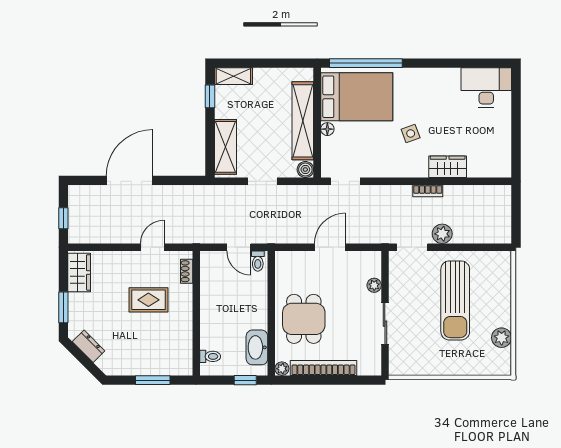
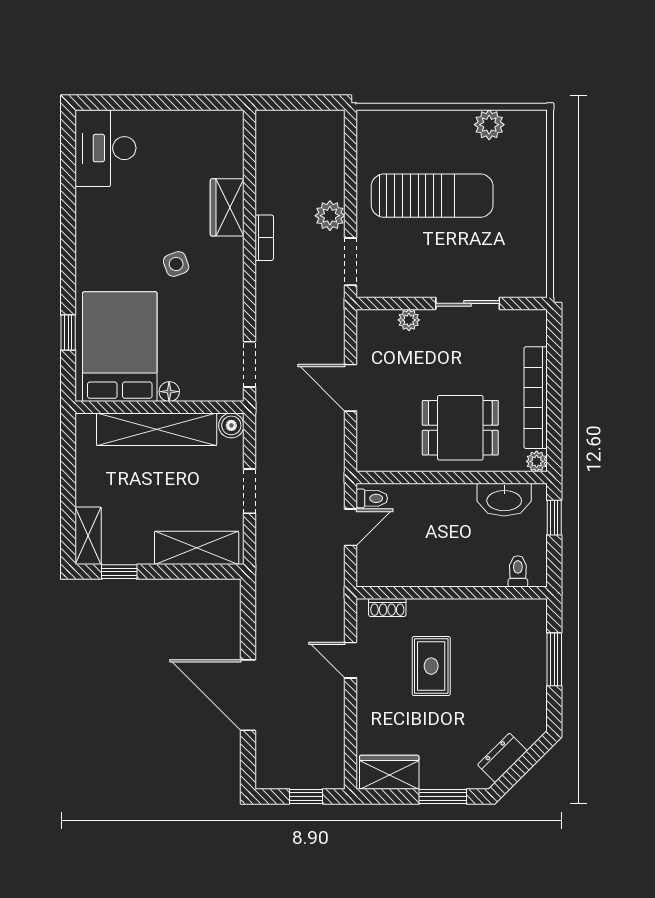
window: (366, 63) -> (68, 333), width x0.32

